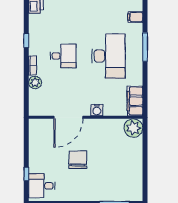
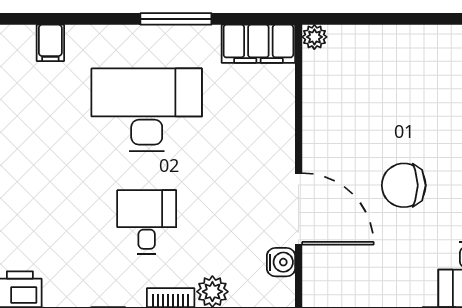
window: (145, 47) -> (176, 19), moved
water cooler: (97, 110) -> (281, 262), moved
plant: (133, 128) -> (314, 37), width x0.53, depth x0.53

